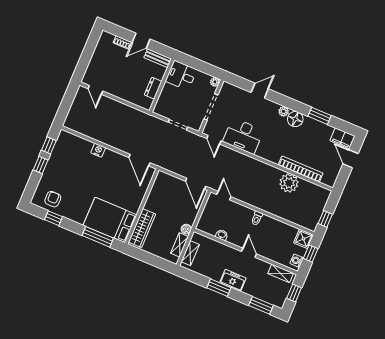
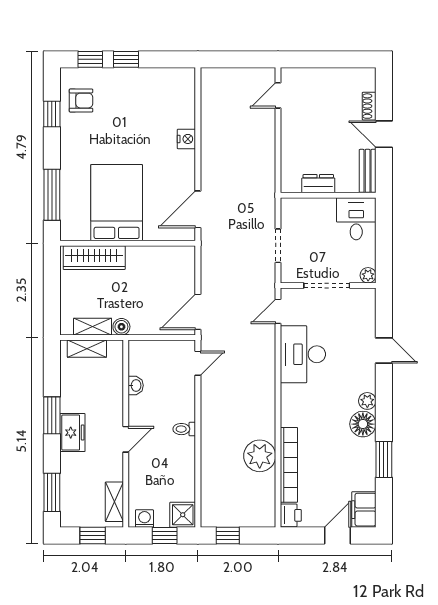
window: (49, 145) -> (90, 59), moved
printer: (329, 180) -> (291, 515), added
bed: (110, 220) -> (117, 203), moved

